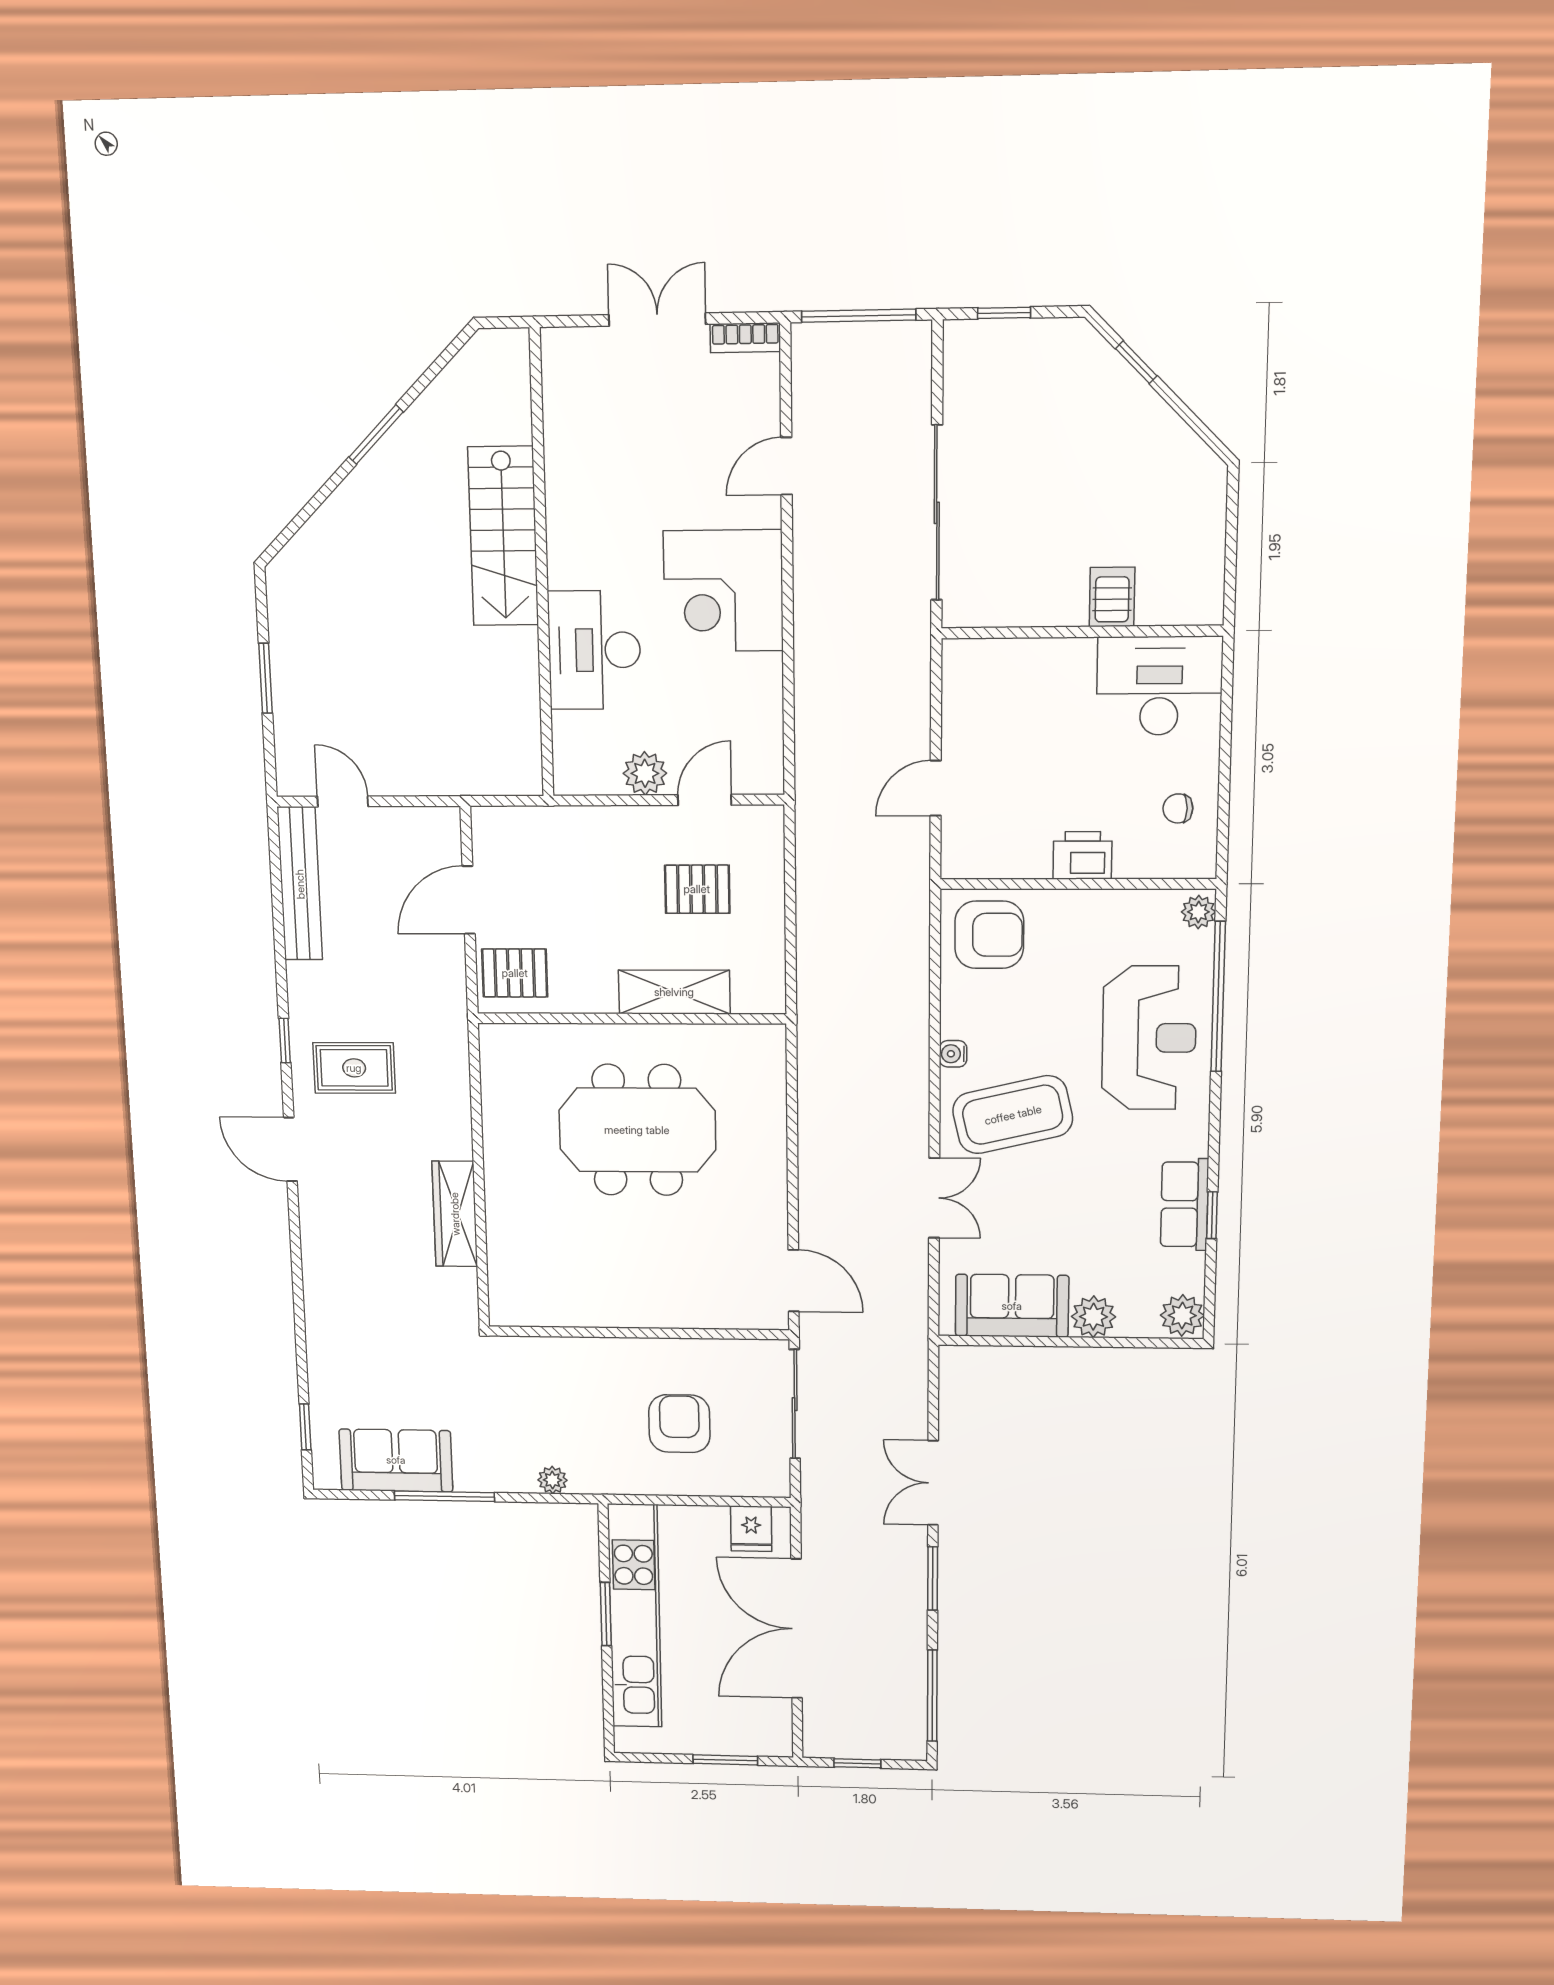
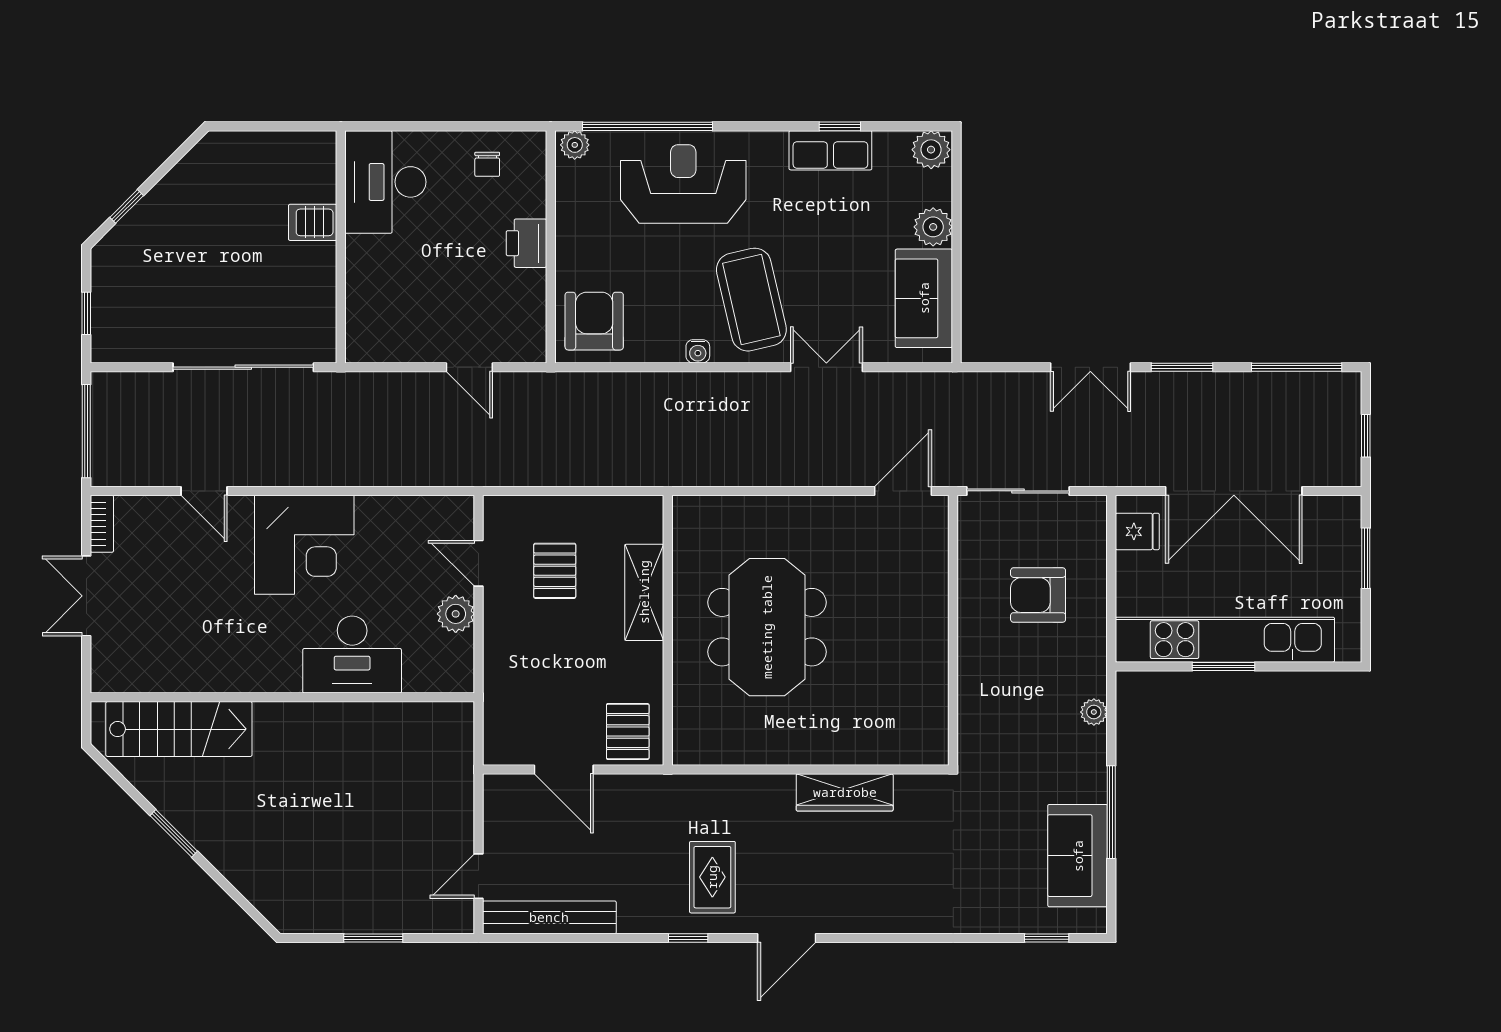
stairs: (503, 536) -> (179, 729), moved

